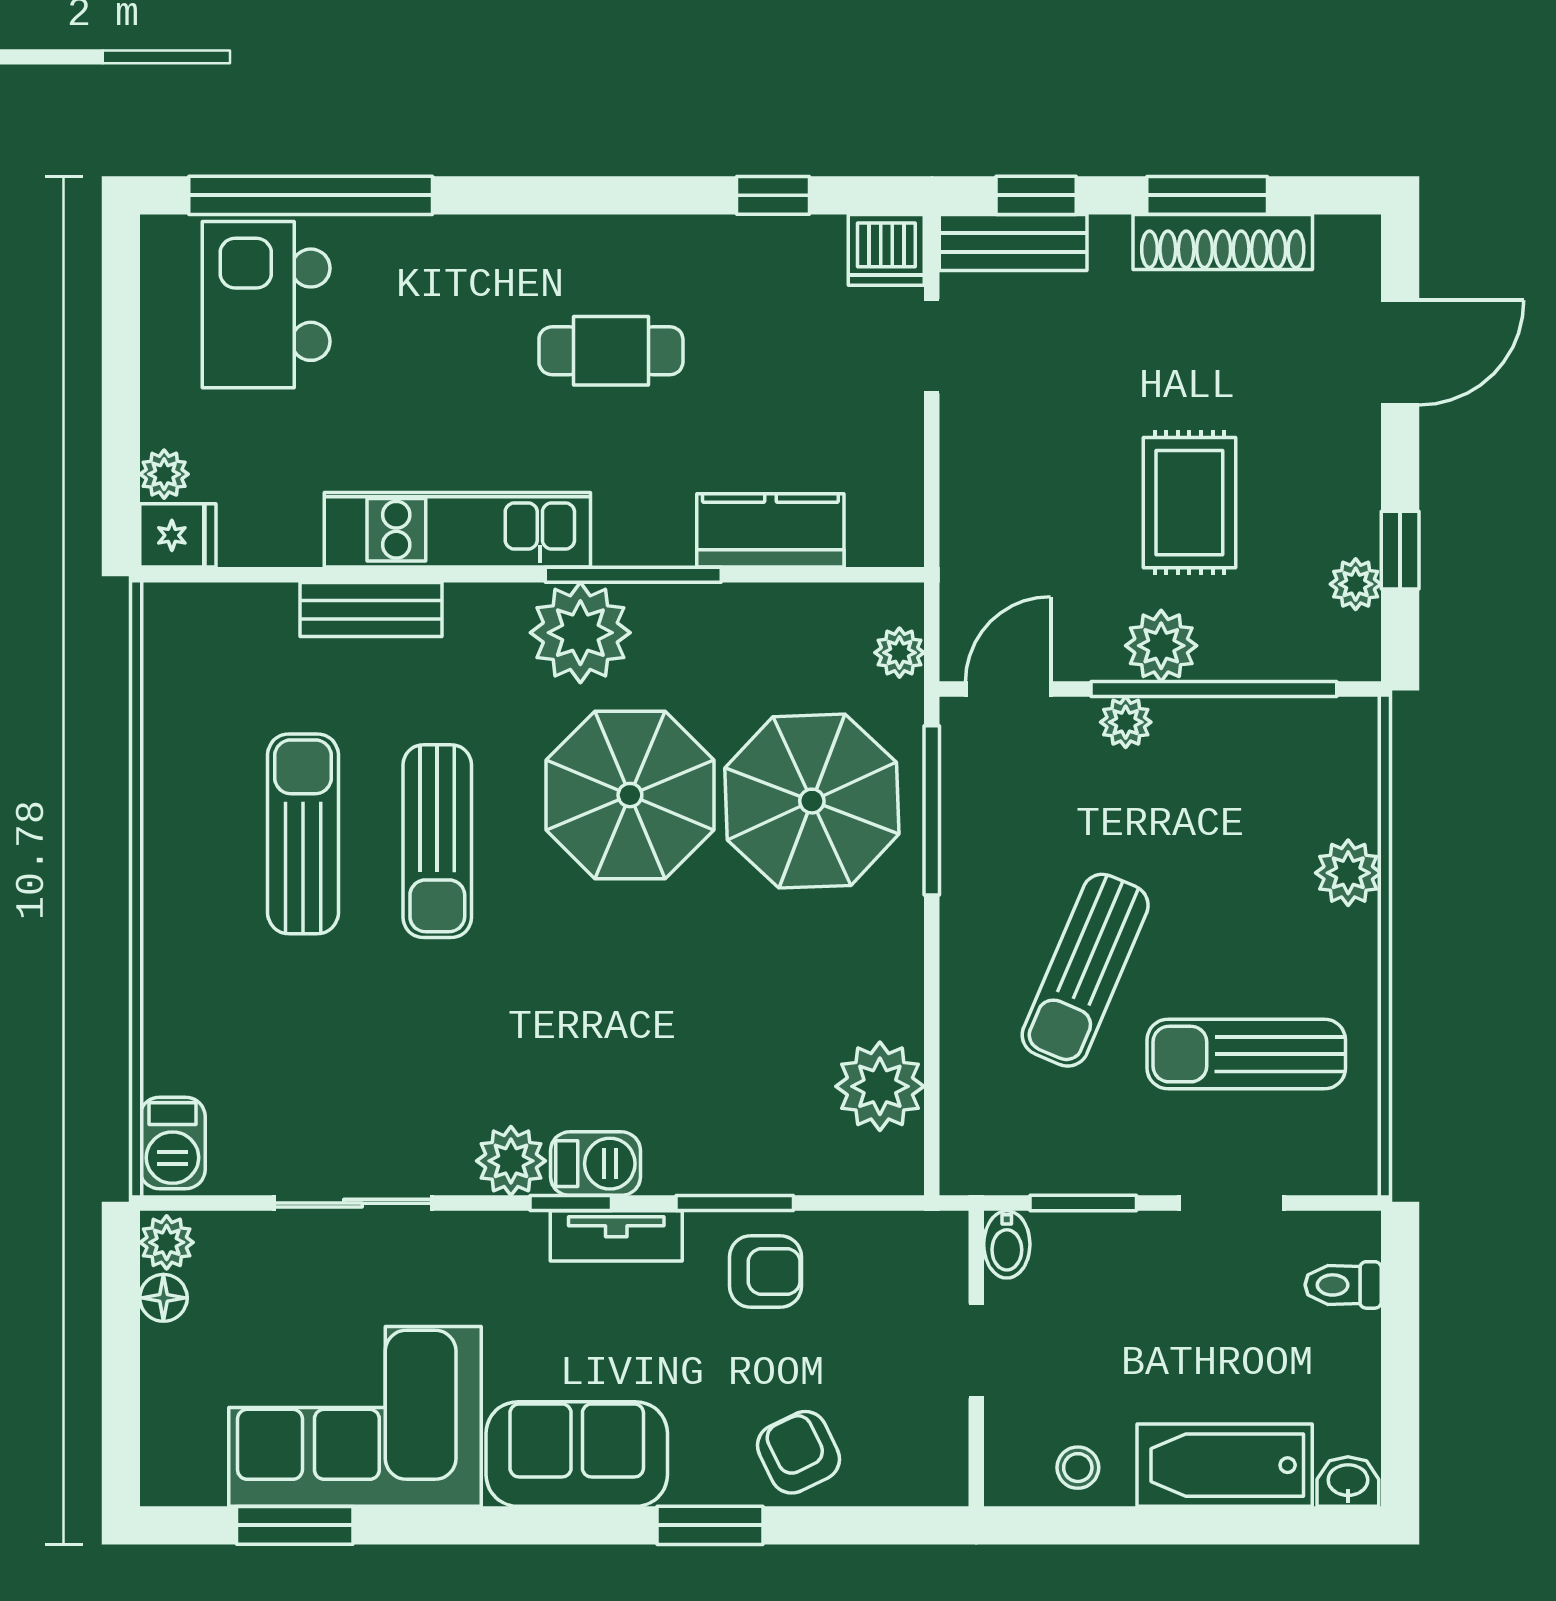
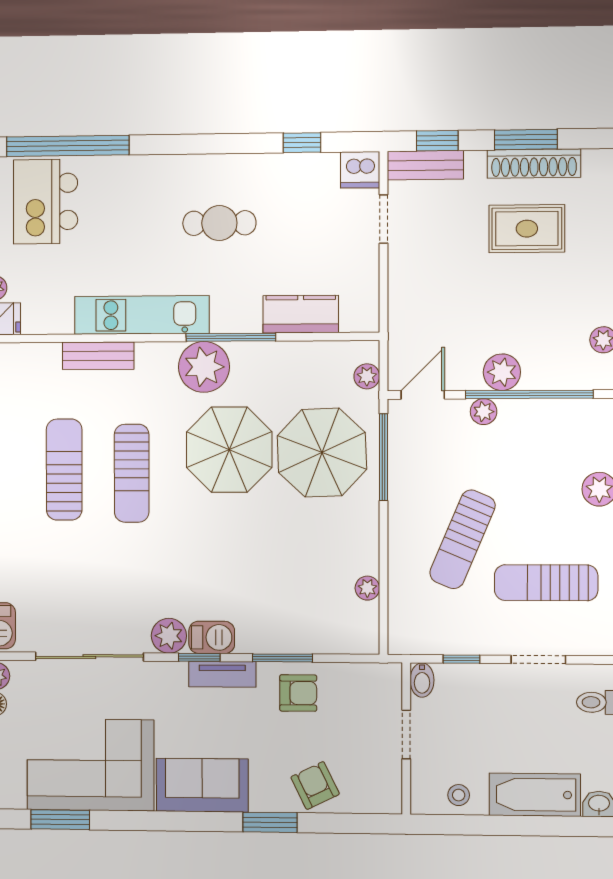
rug: (1189, 503) -> (527, 229), moved, turned 90
plant: (880, 1086) -> (367, 588), width x0.53, depth x0.53
sliding door: (353, 1203) -> (89, 657), width x1.37
window: (1083, 1203) -> (462, 659), width x0.67

